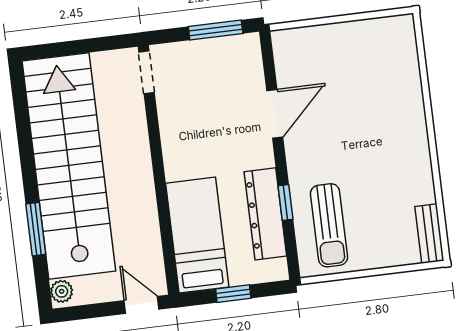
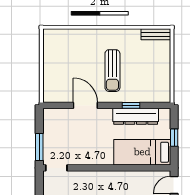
window: (216, 30) -> (39, 147), moved
sun lounger: (329, 225) -> (112, 71), moved, turned 90

